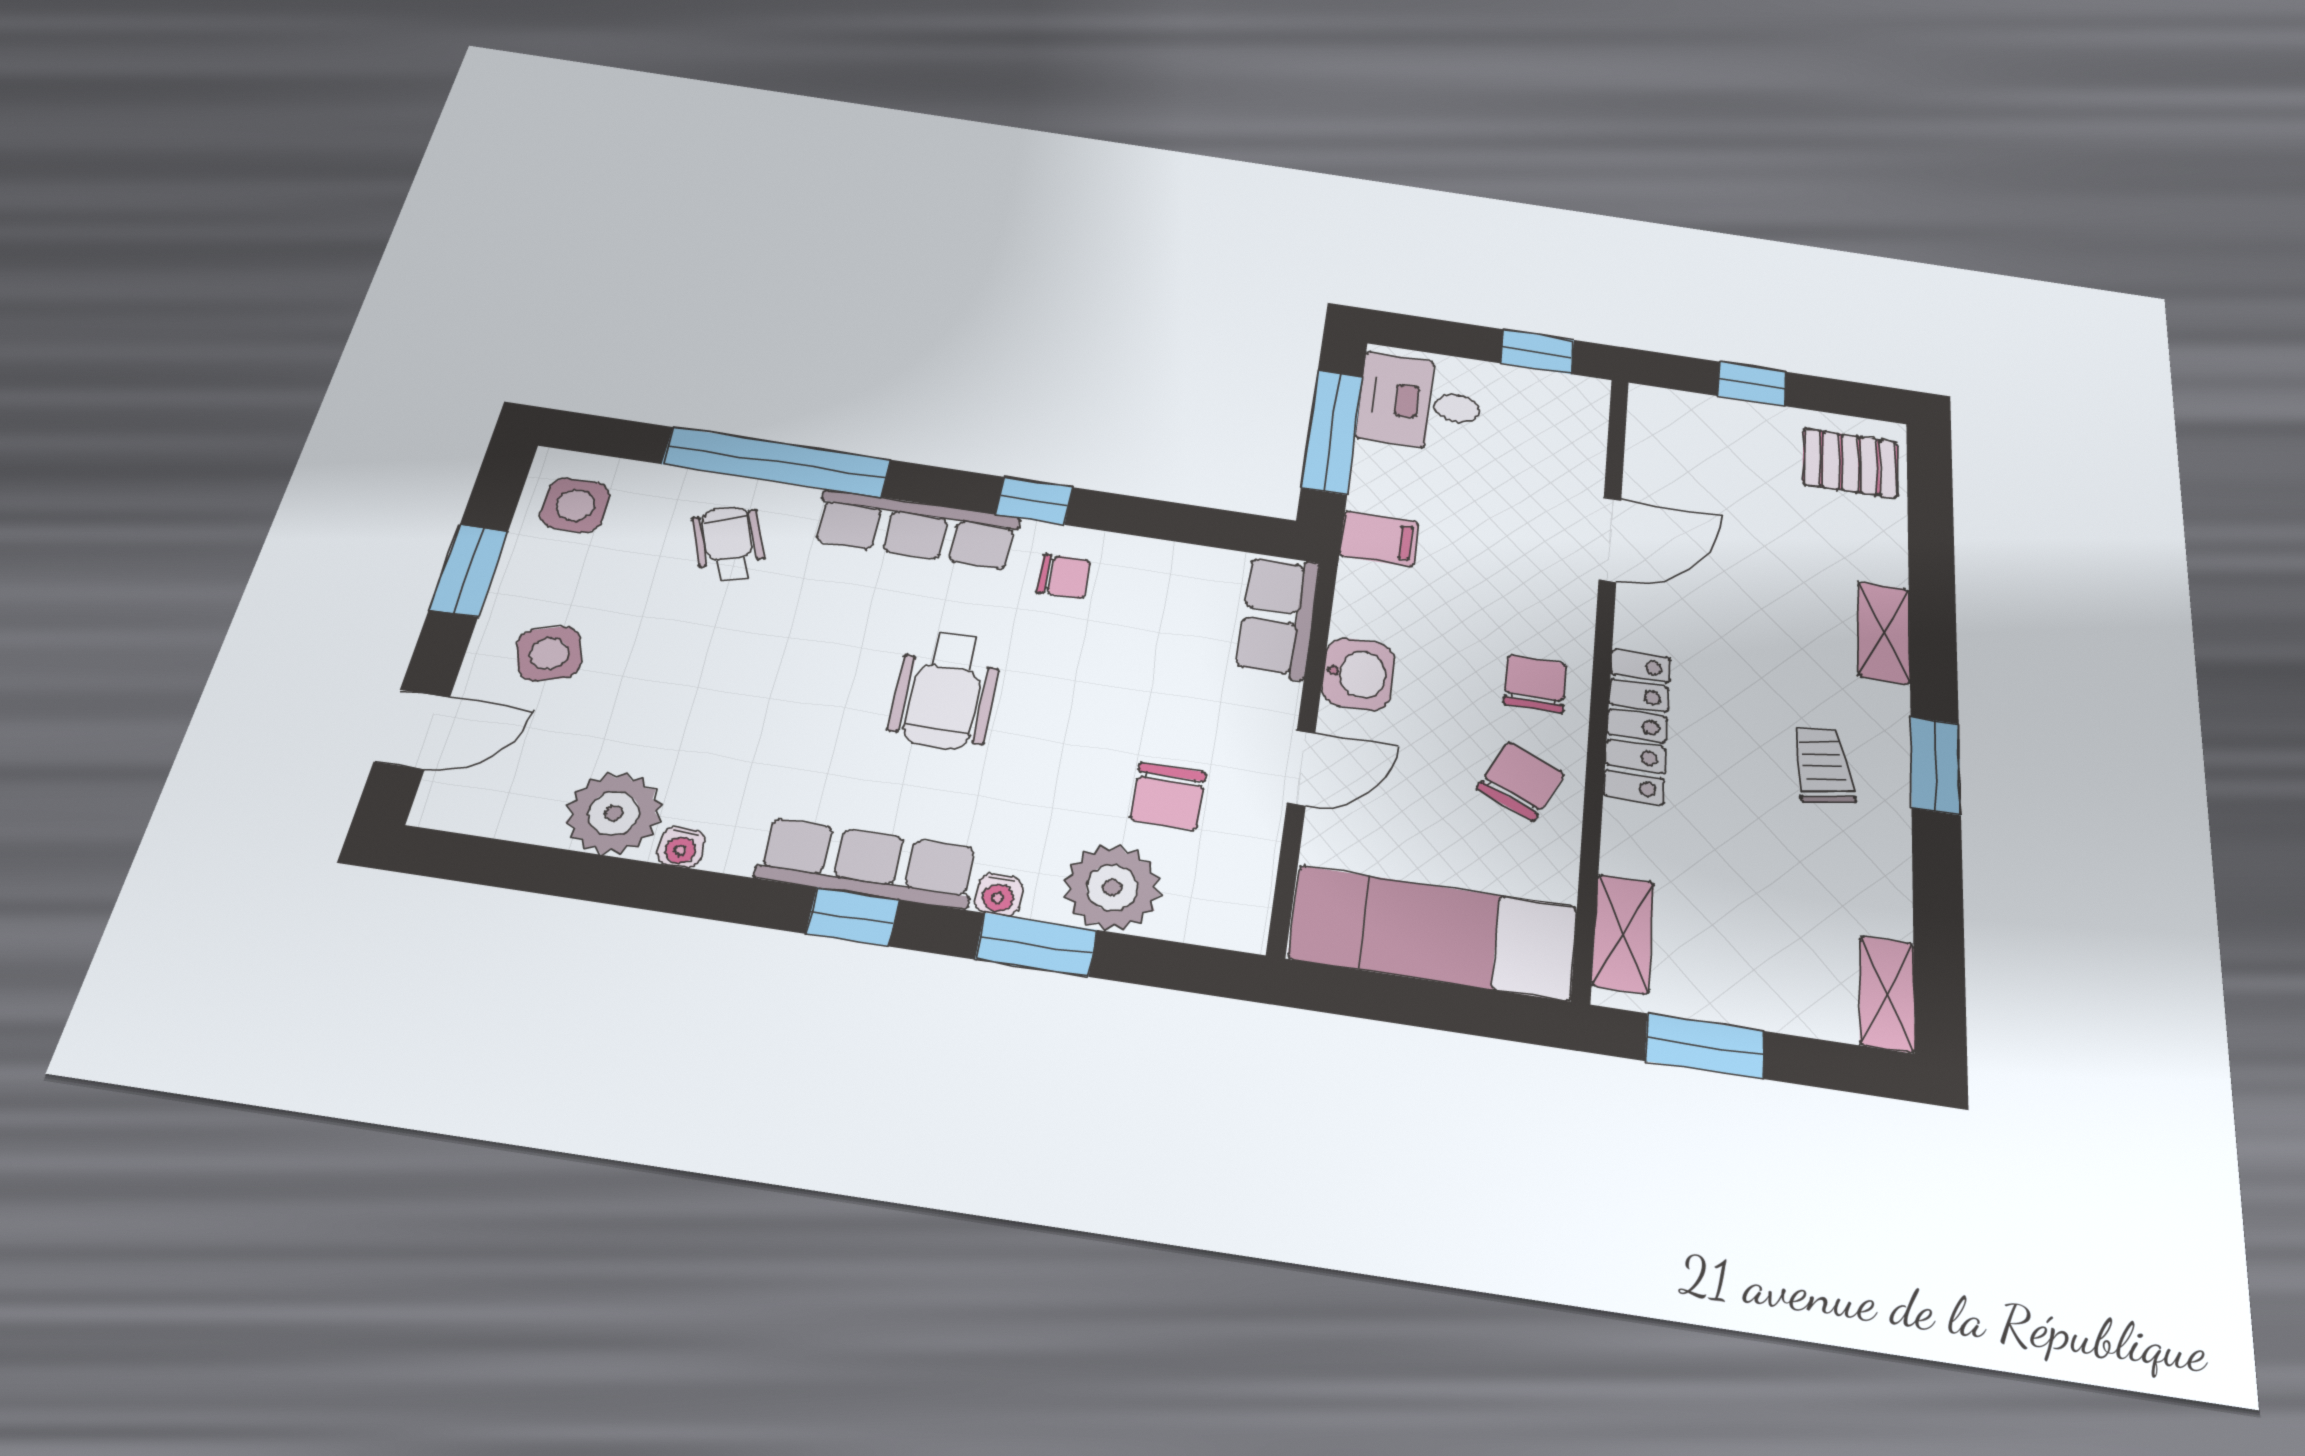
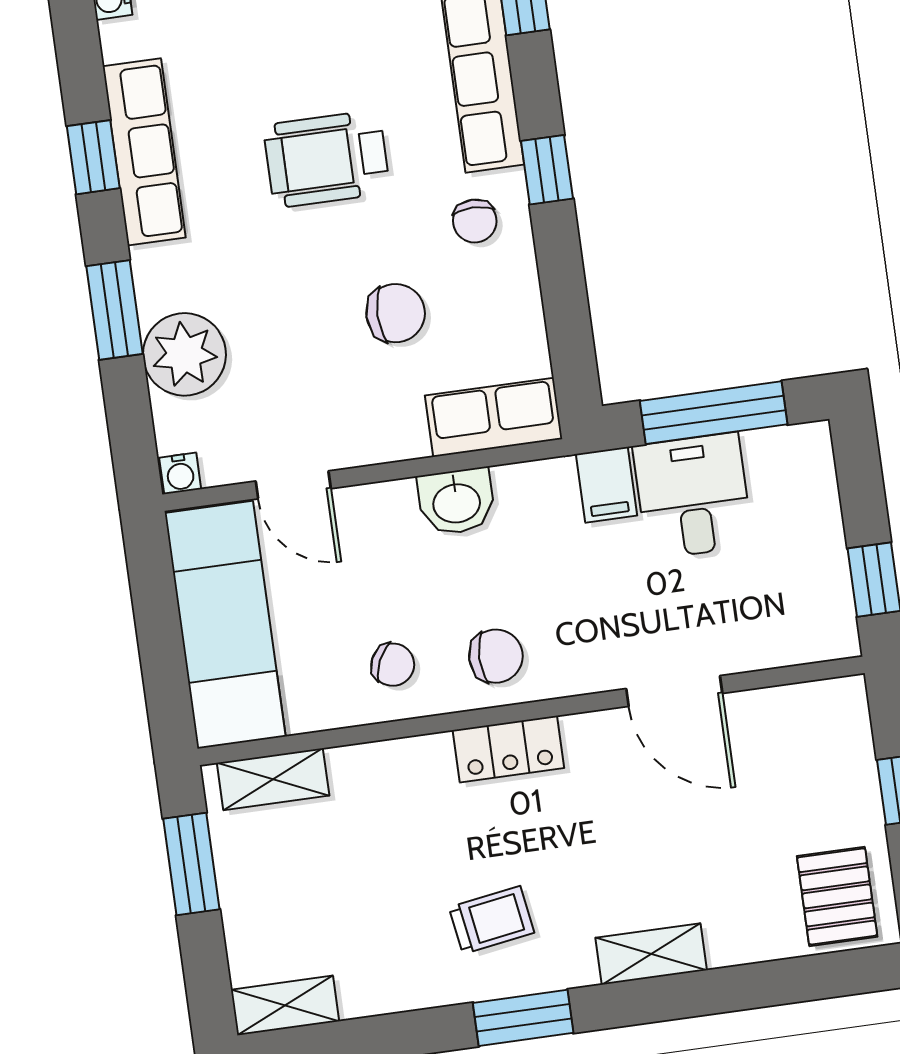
desk: (1420, 403) -> (693, 496), moved
locker: (1637, 726) -> (508, 749), width x0.66
door: (1301, 768) -> (293, 485), moved
chair: (1521, 781) -> (393, 665), width x0.73, depth x0.73
chair: (1168, 796) -> (396, 313), moved, turned 180
water cooler: (999, 895) -> (180, 473), moved, turned -90

